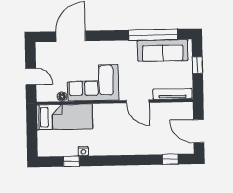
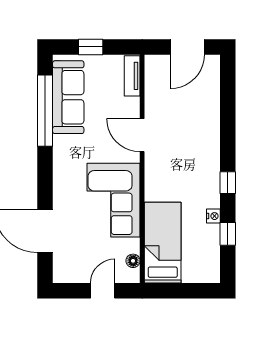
tv unit: (172, 94) -> (132, 76), width x0.71
floor lamp: (62, 97) -> (133, 261), moved
door: (138, 101) -> (142, 135), swing flipped
window: (170, 159) -> (228, 183), moved

